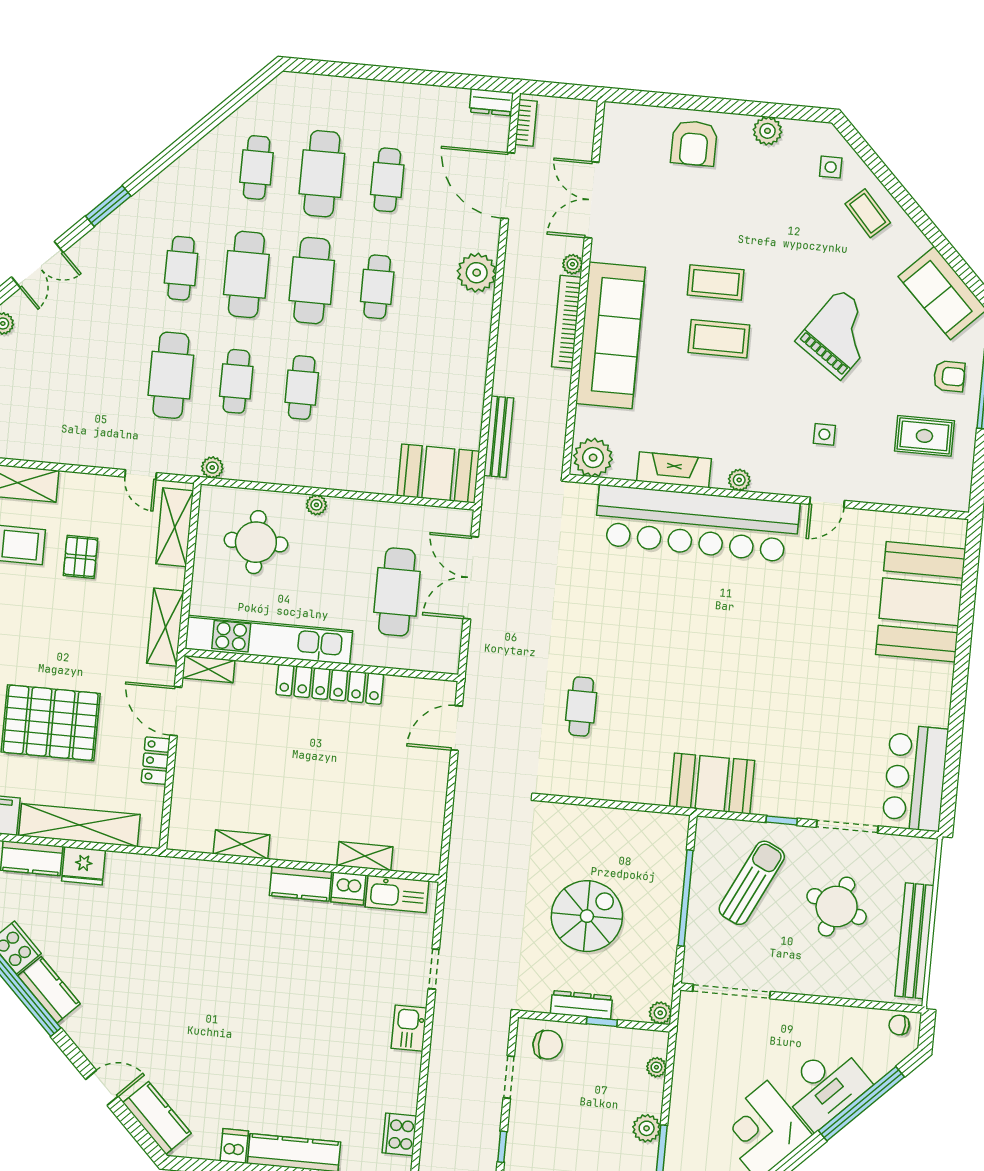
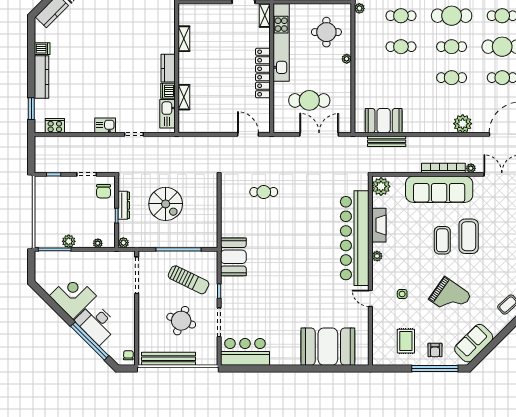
cafe table: (312, 281) -> (452, 47), width x0.73, depth x0.74
coffee table: (716, 282) -> (469, 236), width x1.36, depth x1.32
booth: (438, 473) -> (384, 121), moved, turned 90

